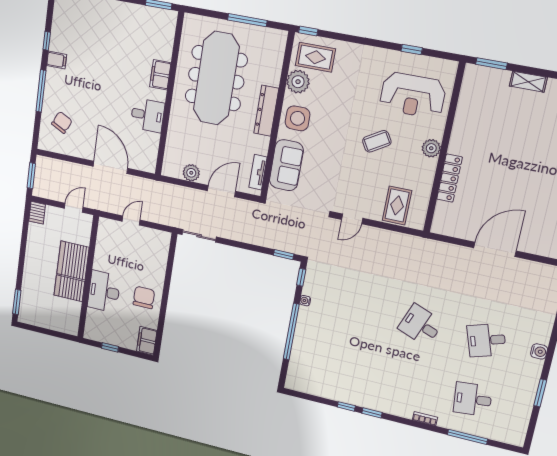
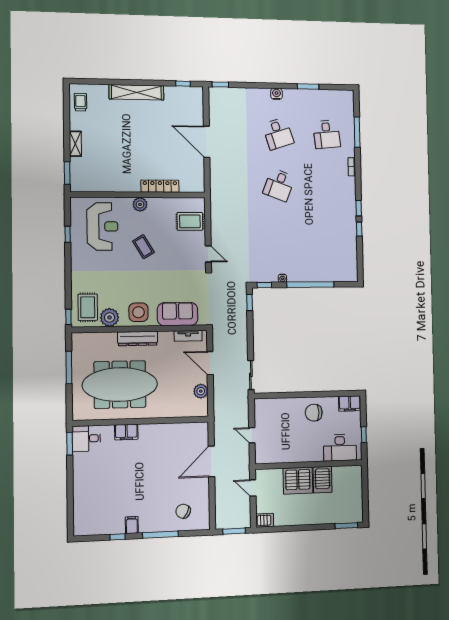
desk: (147, 115) -> (86, 438), moved, turned -90
desk: (104, 291) -> (340, 448), moved

